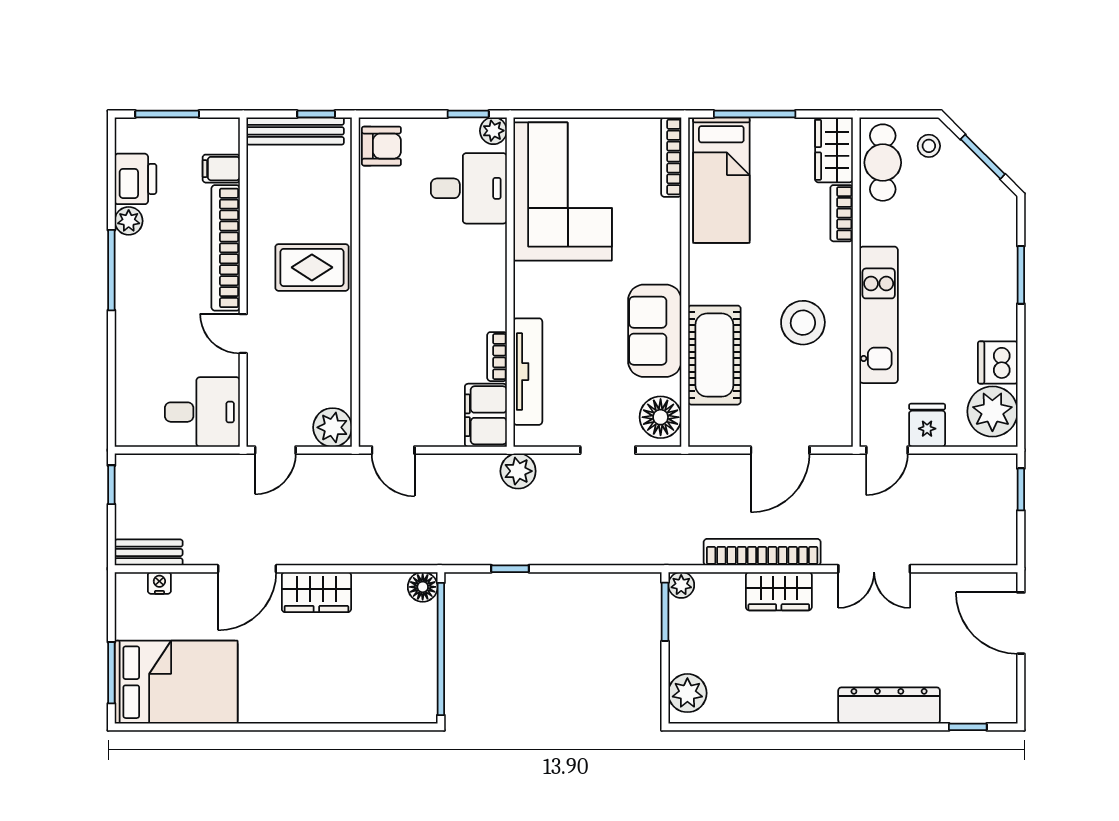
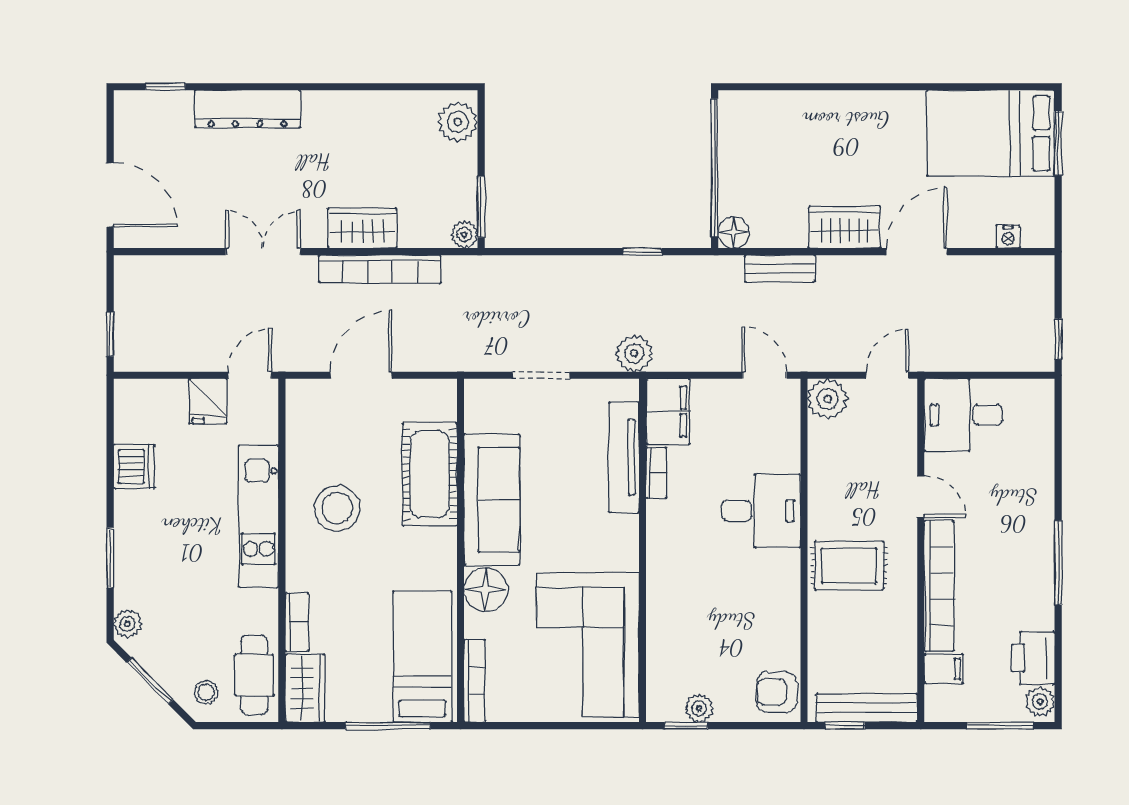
plant: (493, 131) -> (699, 708), moved
desk: (469, 188) -> (761, 511), moved, turned 180
plant: (129, 221) -> (1040, 702), moved
sofa: (655, 331) -> (492, 500), width x1.36
plant: (992, 411) -> (128, 624), moved, width x0.53, depth x0.53
floor lamp: (661, 417) -> (486, 590), moved
bench: (149, 552) -> (780, 269), moved

